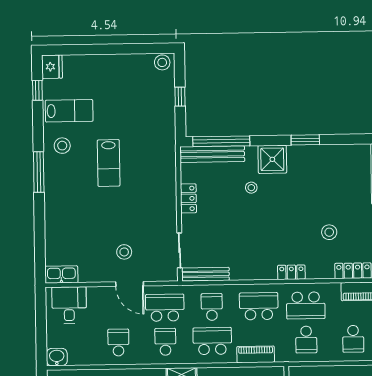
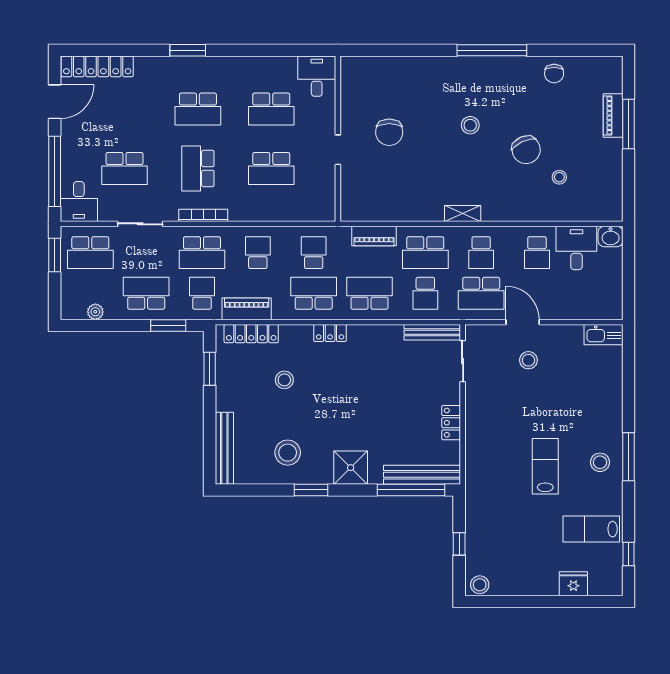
fridge: (52, 67) -> (573, 584), moved, turned 90
stool: (62, 146) -> (600, 462), moved
stool: (251, 188) -> (288, 453), moved, width x1.89, depth x1.89
desk: (69, 305) -> (576, 248), moved, turned 180
school desk: (259, 306) -> (369, 293), turned 180

